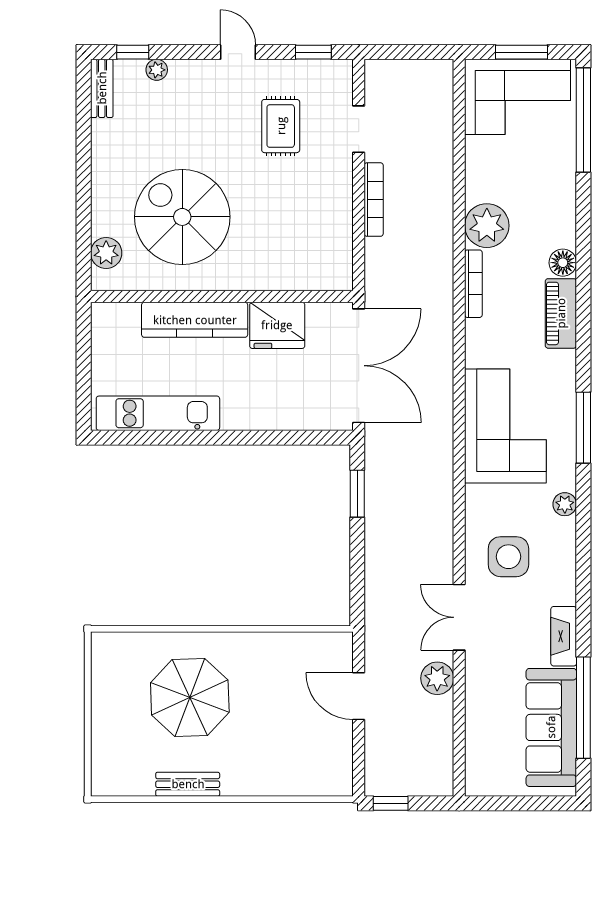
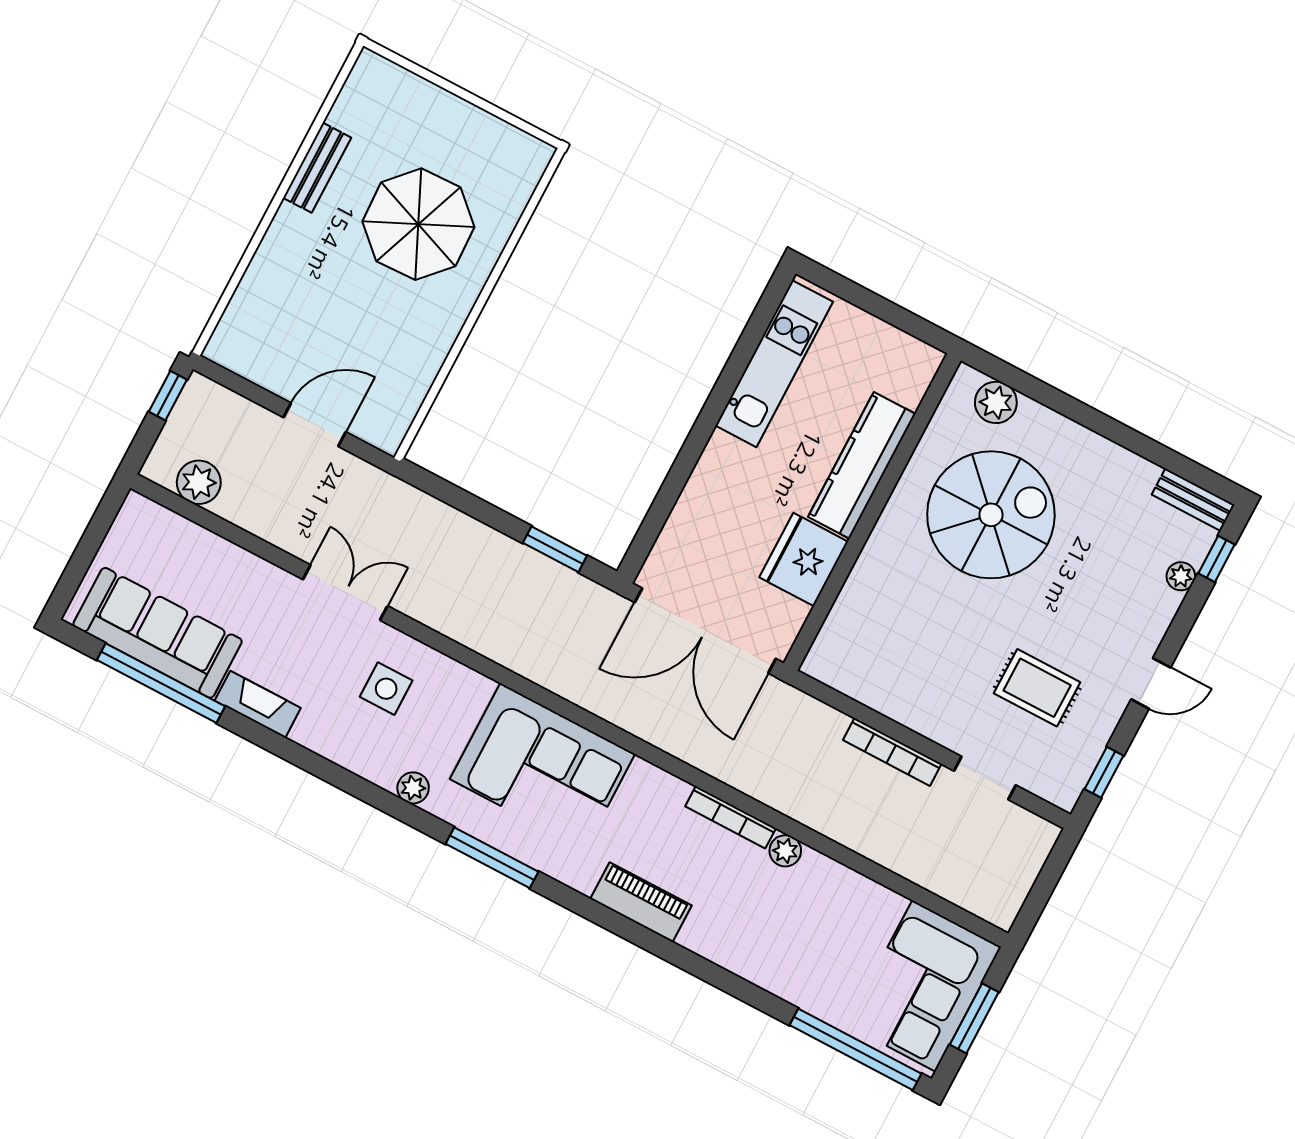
plant: (487, 226) -> (785, 851), width x0.53, depth x0.53
floor lamp: (563, 263) -> (700, 936), removed
side table: (508, 557) -> (386, 689), width x0.73, depth x0.73
plant: (437, 678) -> (199, 482), moved

